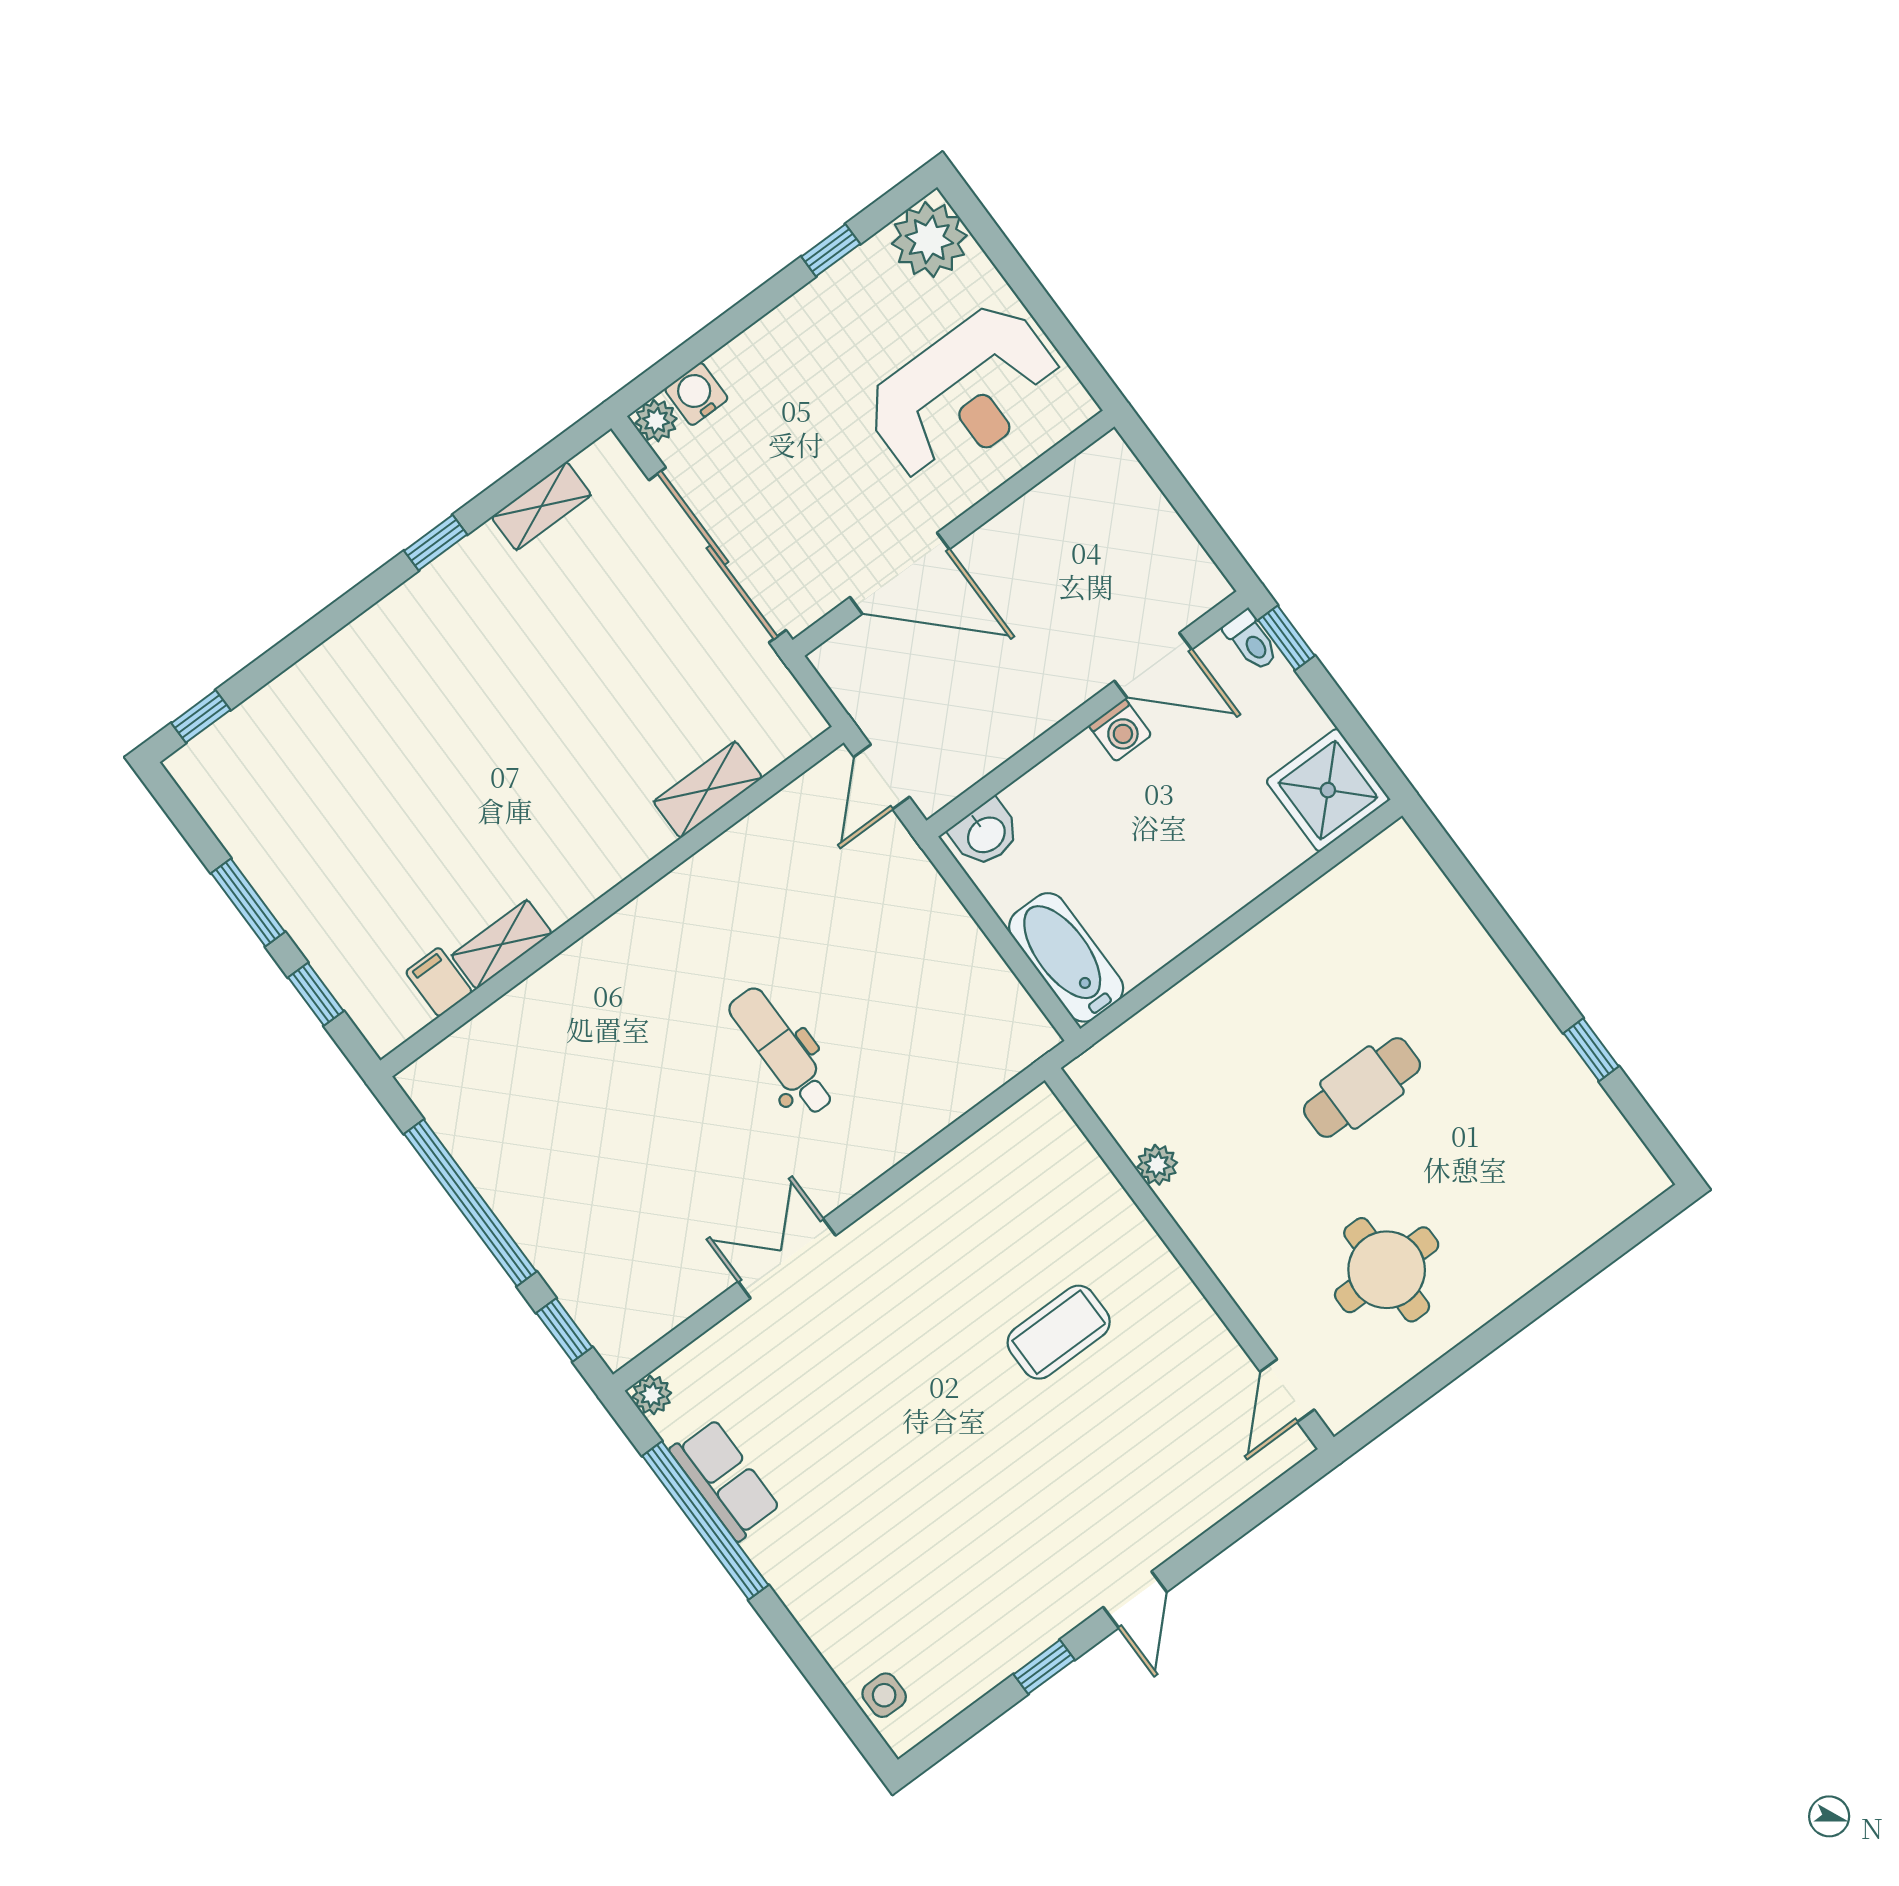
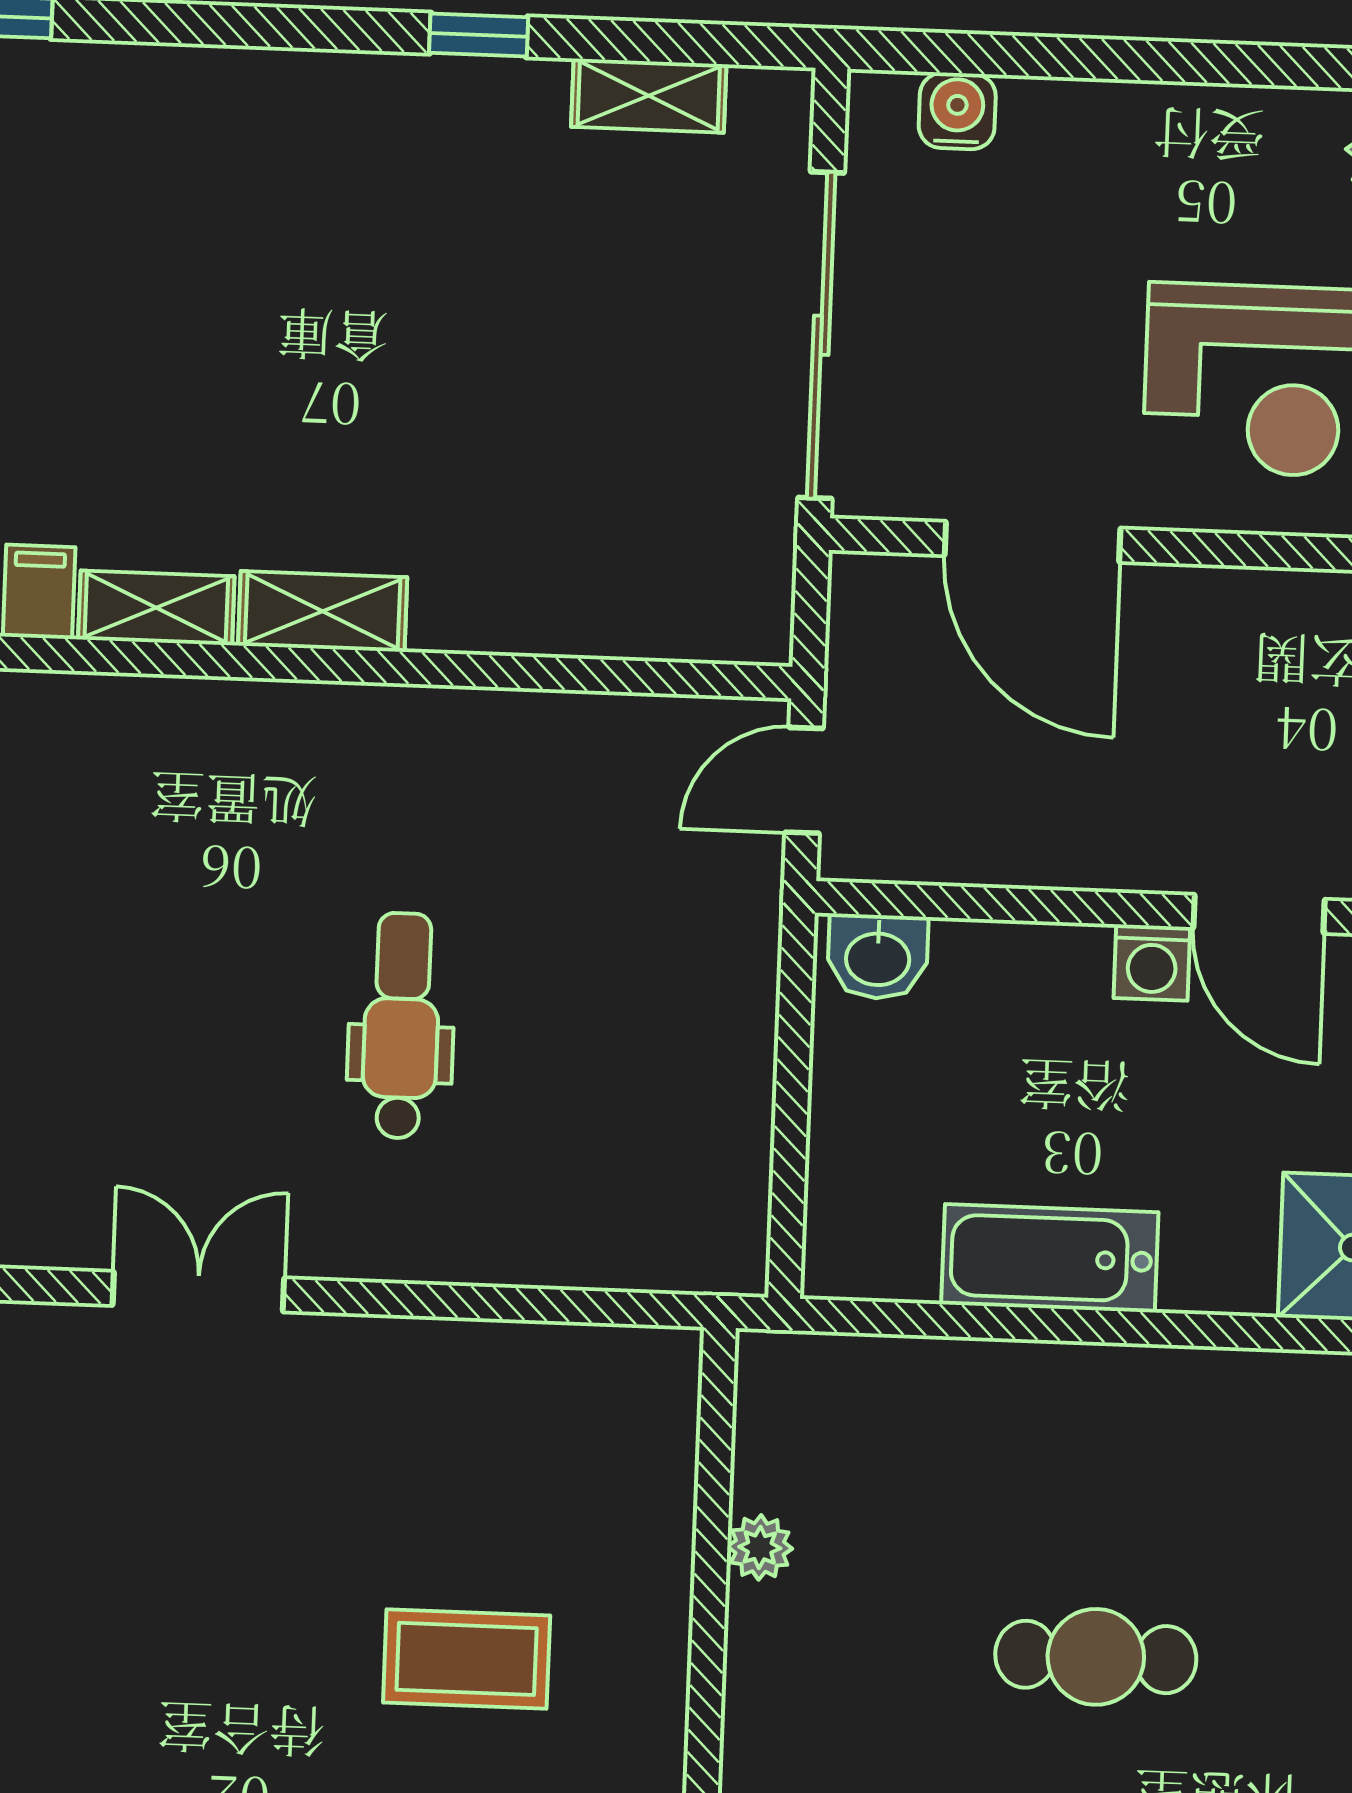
window: (831, 250) -> (1272, 65), removed
plant: (656, 421) -> (880, 104), removed
shelving: (708, 790) -> (323, 611), moved
bathtub: (1066, 957) -> (1050, 1258), moved, turned -90

